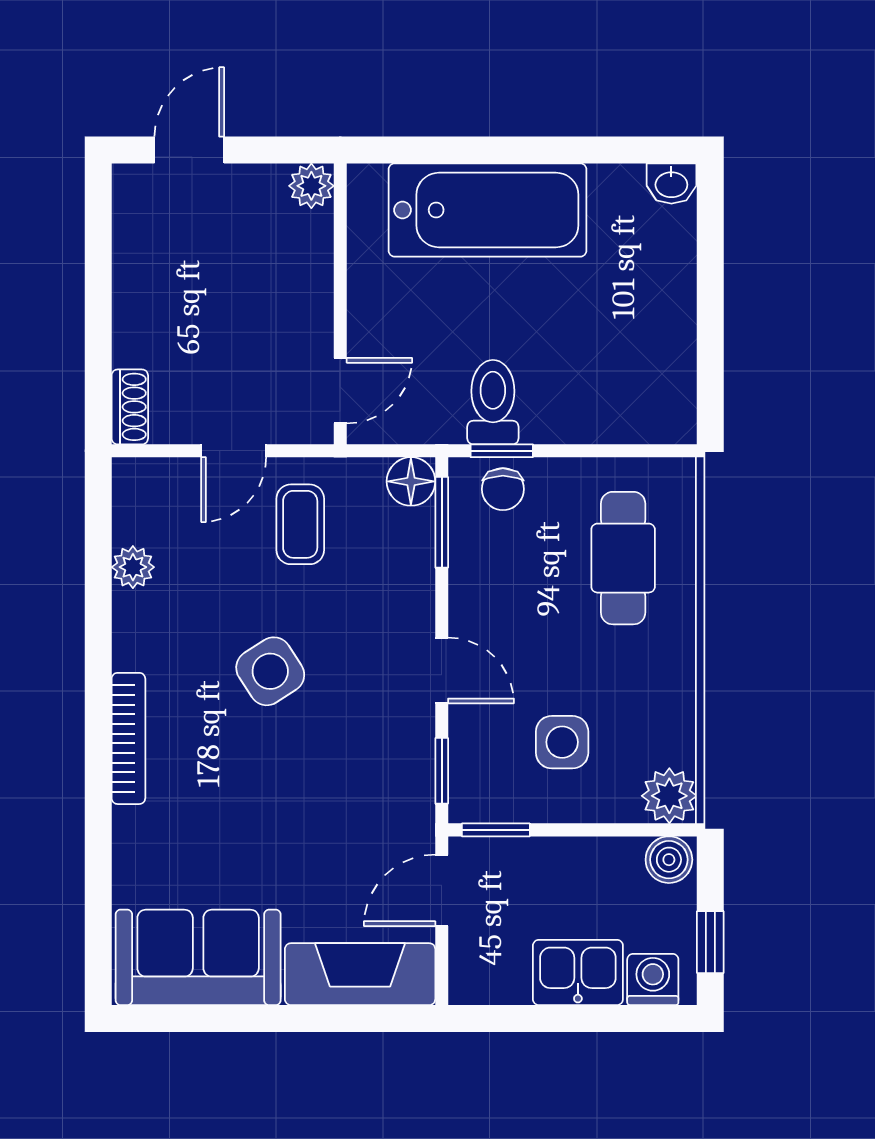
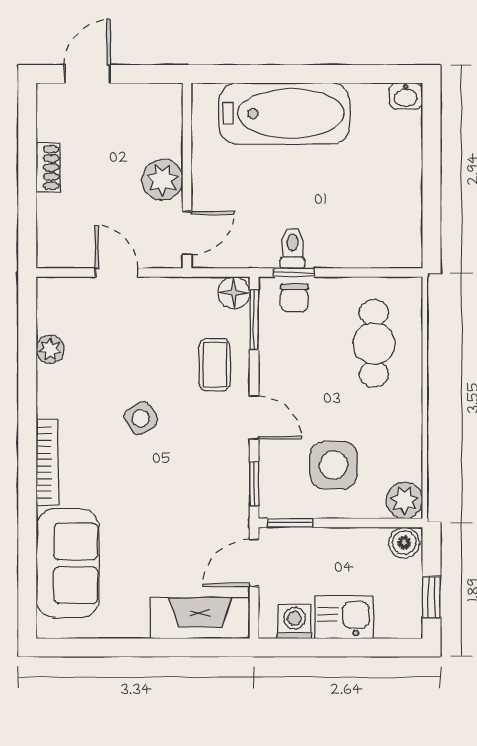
plant: (311, 186) -> (162, 180), moved, width x1.38, depth x1.38
toilet: (493, 402) -> (292, 248), width x0.73, depth x0.72
shoe rack: (130, 407) -> (48, 167), moved
door: (234, 451) -> (117, 273), swing flipped
coffee table: (300, 524) -> (215, 365), moved
side table: (270, 671) -> (141, 418), width x0.73, depth x0.73
side table: (562, 742) -> (334, 465), width x1.37, depth x1.37
sofa: (198, 957) -> (68, 563), moved, turned 90
washing machine: (653, 979) -> (294, 622), moved

